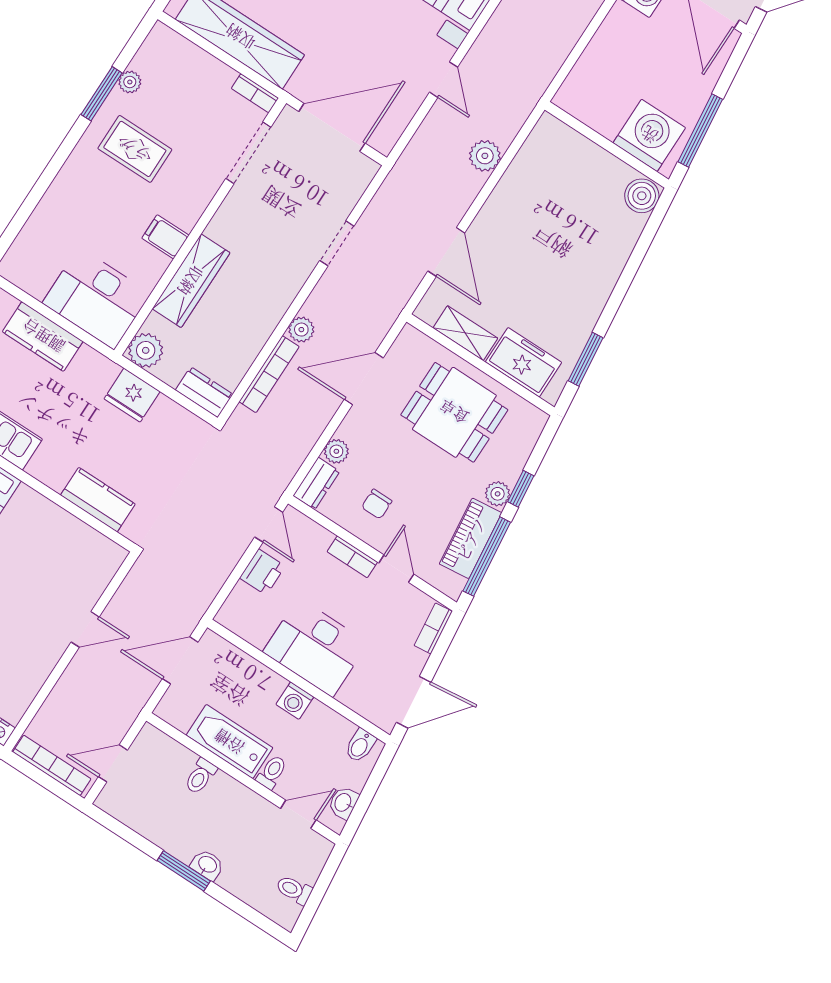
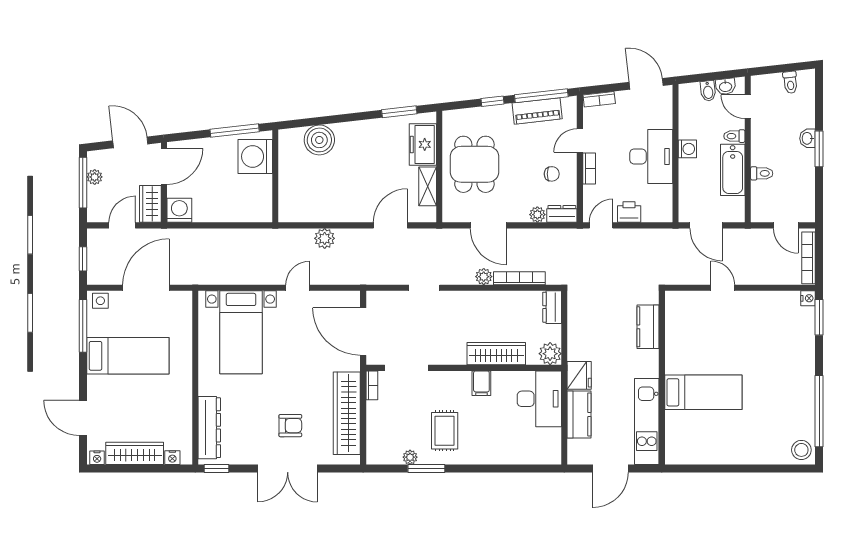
boiler: (642, 196) -> (319, 140), moved, width x1.37, depth x1.37
fridge: (132, 395) -> (579, 375), moved
plant: (498, 494) -> (503, 112), removed
bidet: (360, 746) -> (708, 91), moved, turned 84

